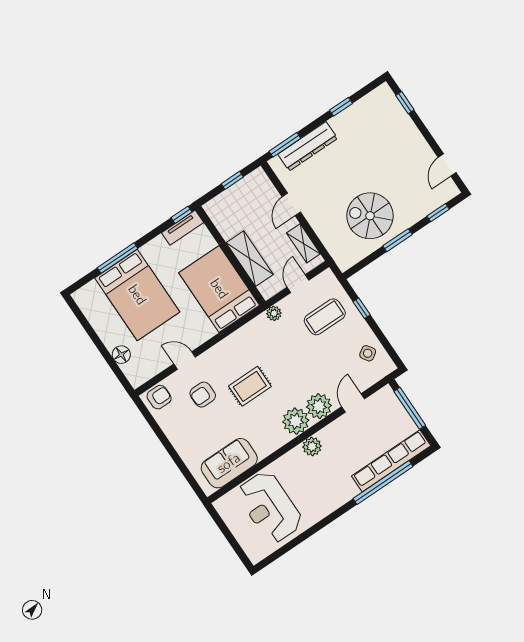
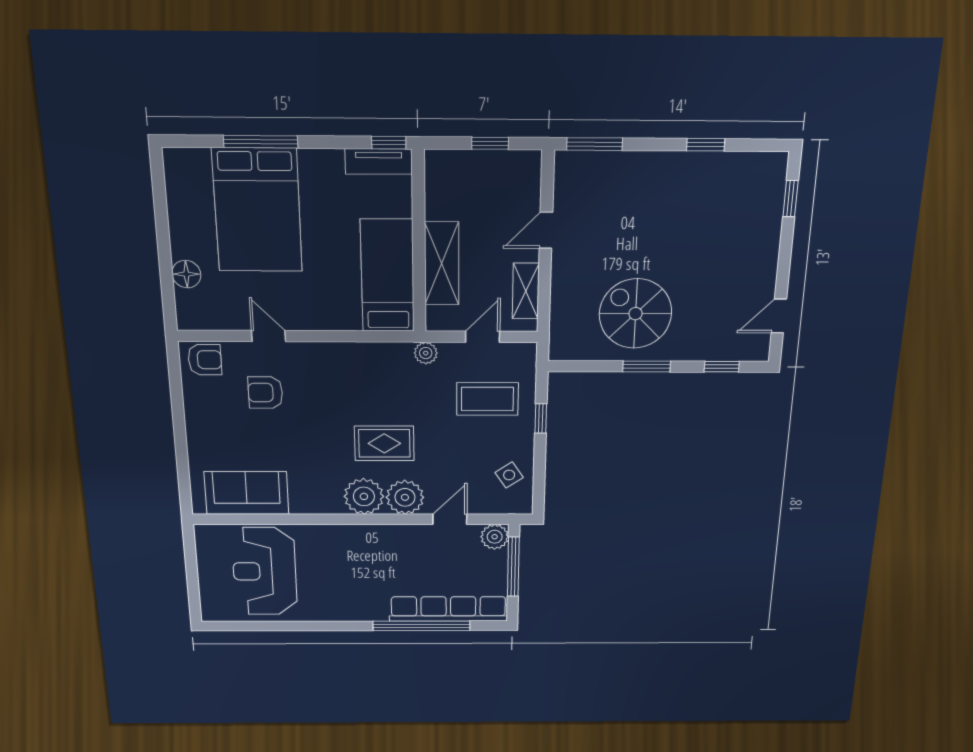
dresser: (308, 146) -> (623, 168), removed
bed: (219, 289) -> (388, 276), width x0.67
rug: (250, 386) -> (384, 443), moved
plant: (312, 447) -> (495, 537), moved

